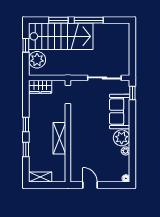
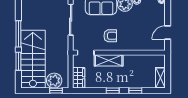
window: (26, 45) -> (56, 91), moved
armchair: (86, 122) -> (110, 36), added
shelving: (59, 138) -> (109, 60), moved

